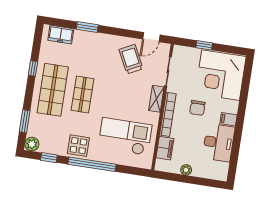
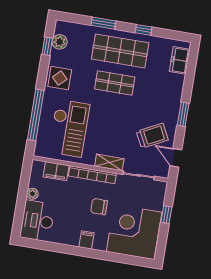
window: (87, 27) -> (183, 114), moved
window: (25, 121) -> (103, 23), moved
desk: (219, 143) -> (37, 221), moved, turned 90
plant: (32, 144) -> (60, 42), moved
window: (92, 164) -> (36, 115), moved

